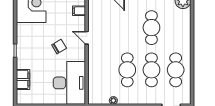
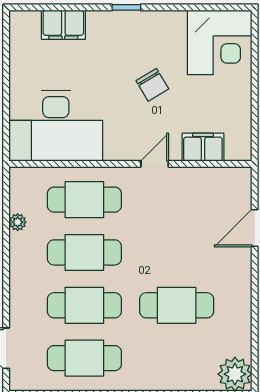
filing cabinet: (79, 11) -> (203, 147), width x2.00
chair: (59, 47) -> (152, 85), moved
cafe table: (103, 70) -> (84, 200), added

